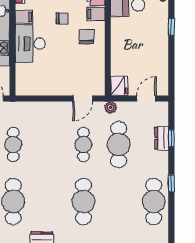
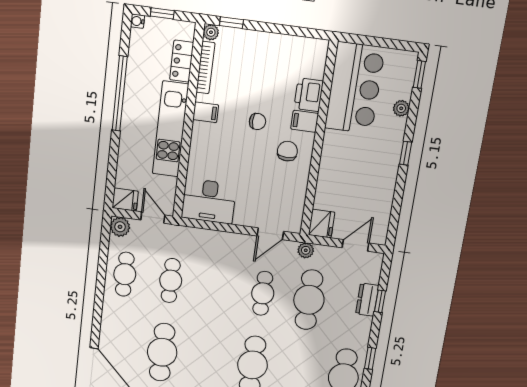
desk: (30, 44) -> (209, 201), moved, turned -90

